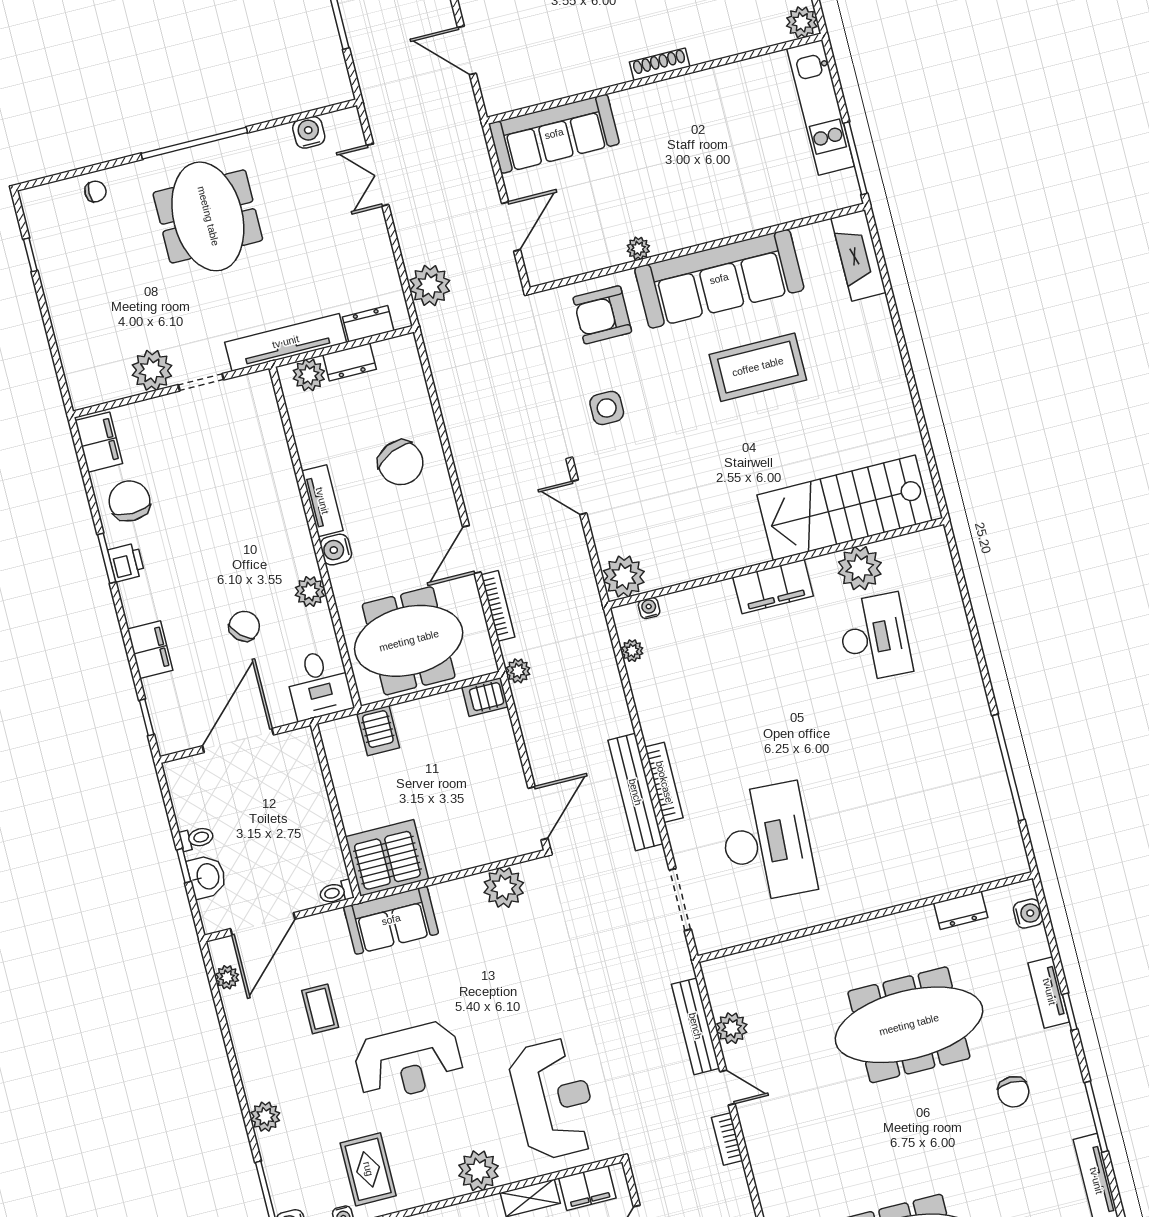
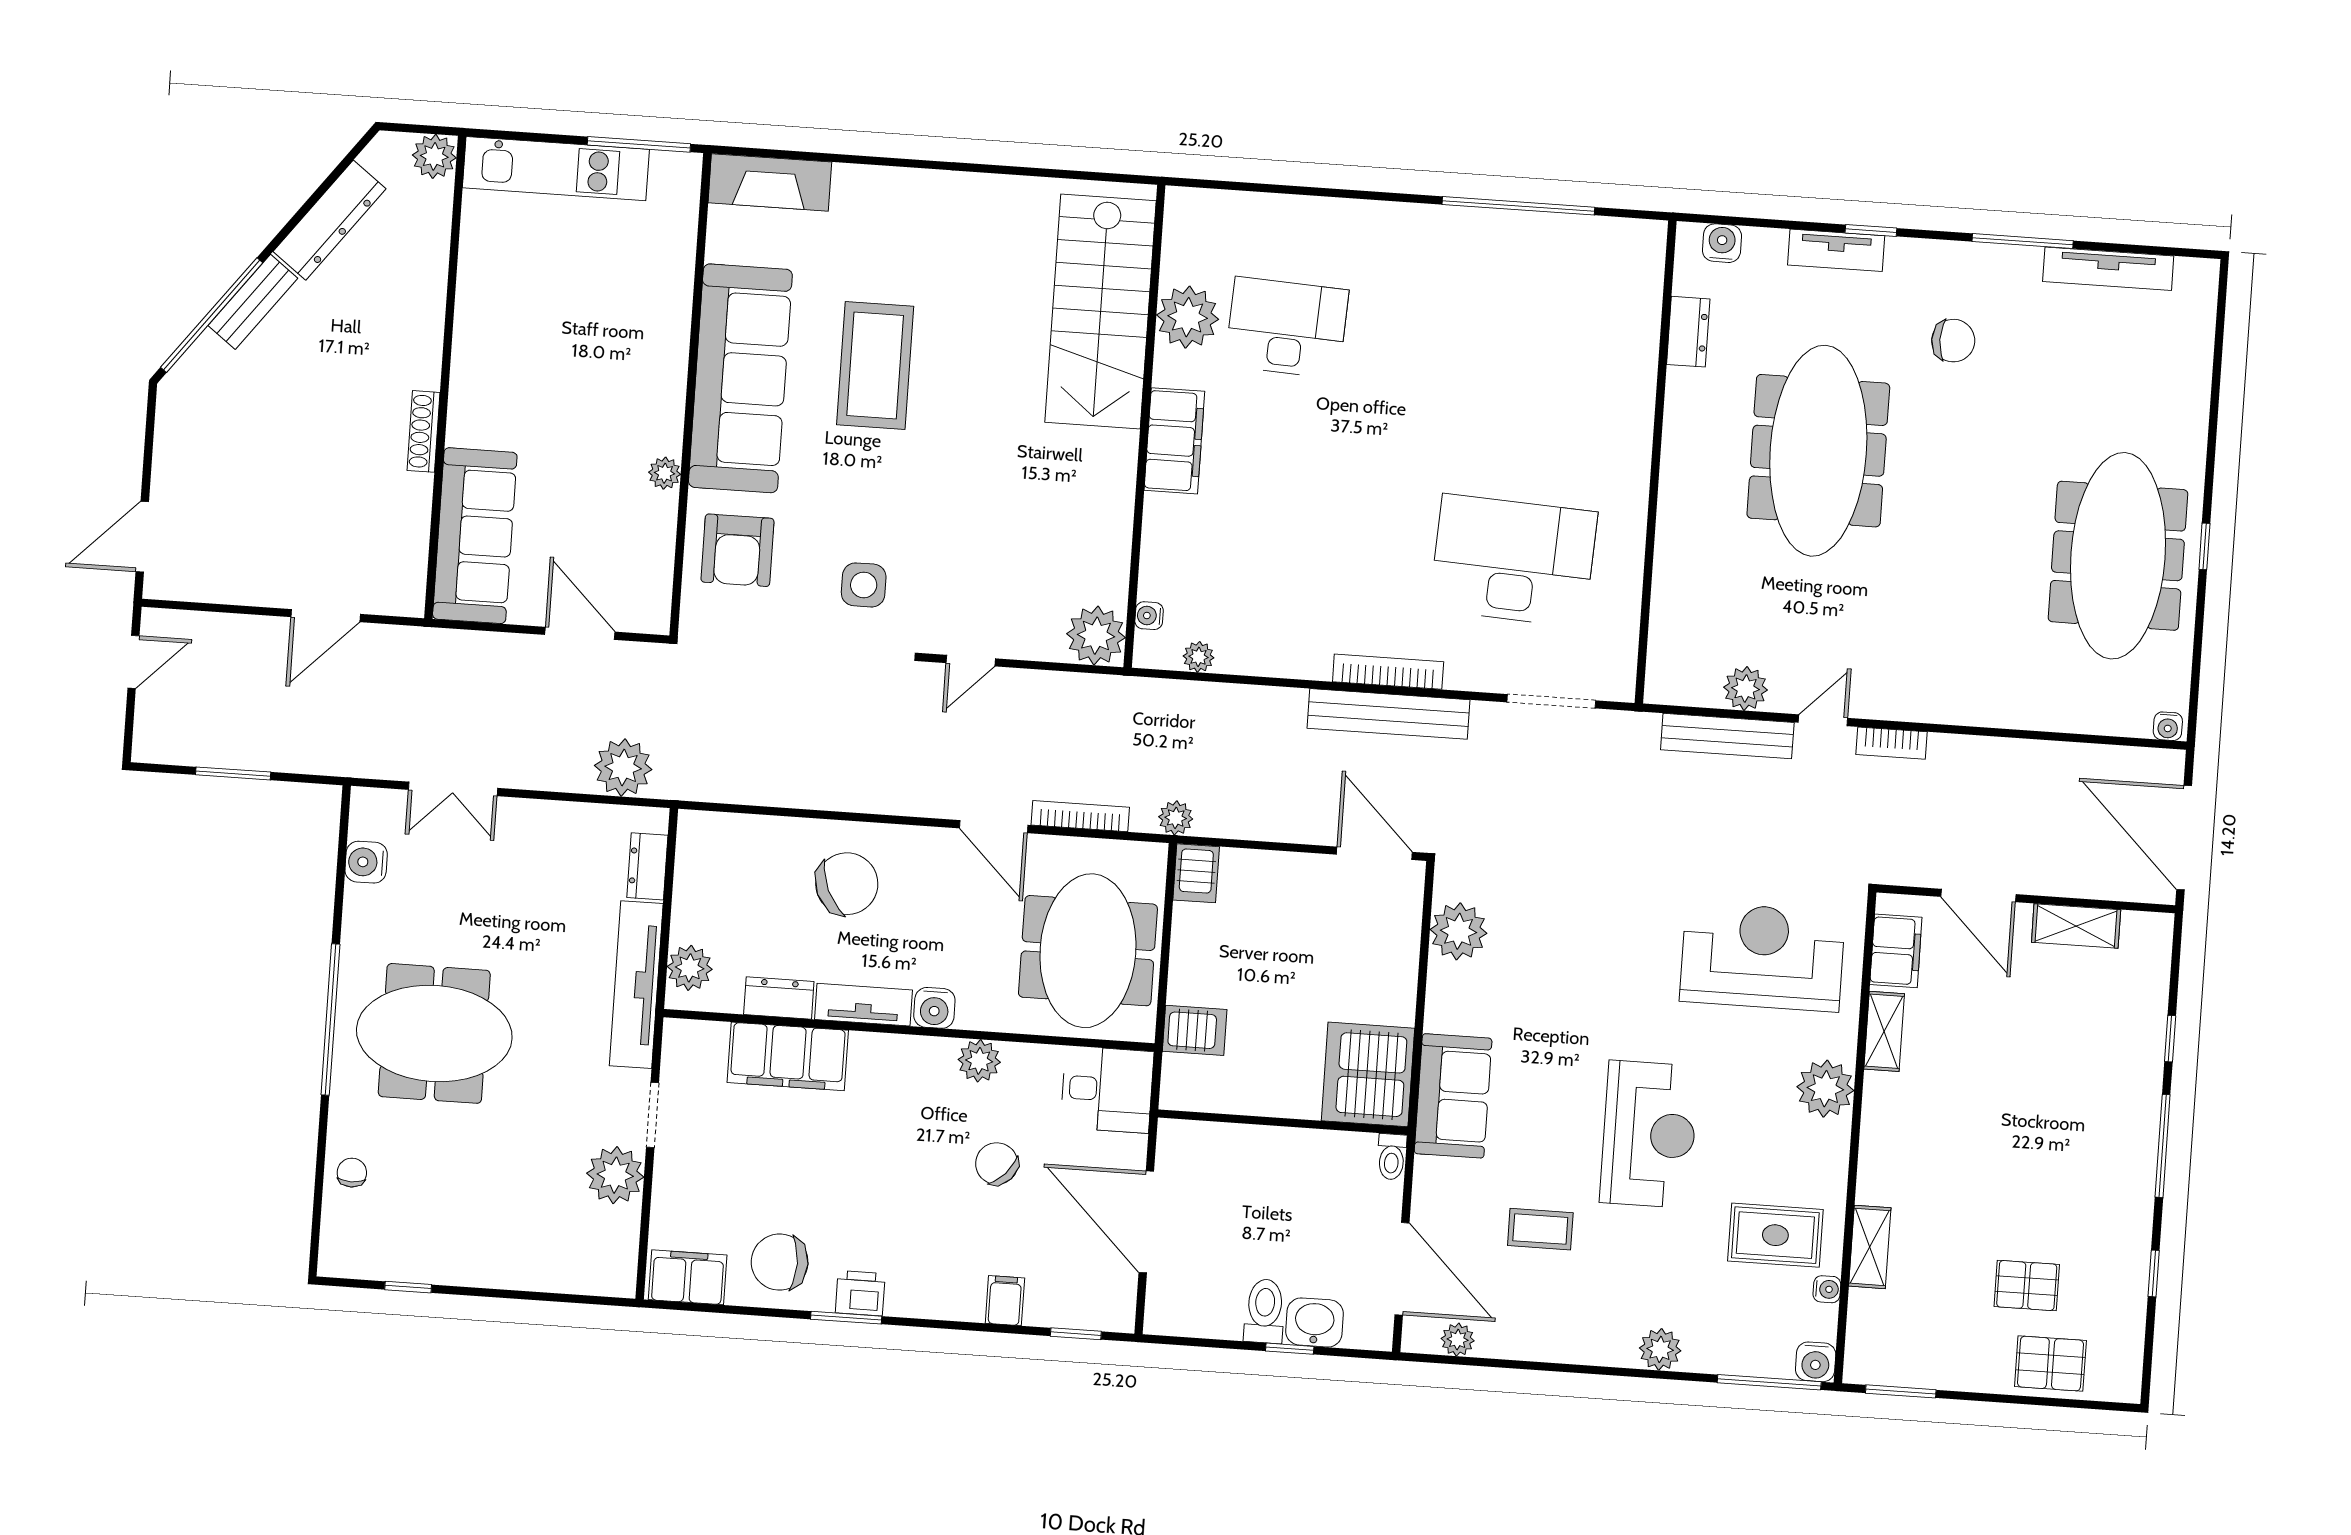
shoe rack: (660, 64) -> (424, 431), moved
dresser: (350, 362) -> (779, 998), moved, turned -90
filing cabinet: (271, 461) -> (788, 1056), added
filing cabinet: (150, 650) -> (1005, 1301), width x0.50
toilet: (197, 838) -> (1265, 1311), width x1.37, depth x1.39

